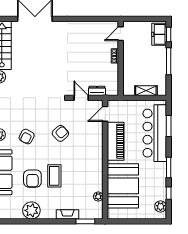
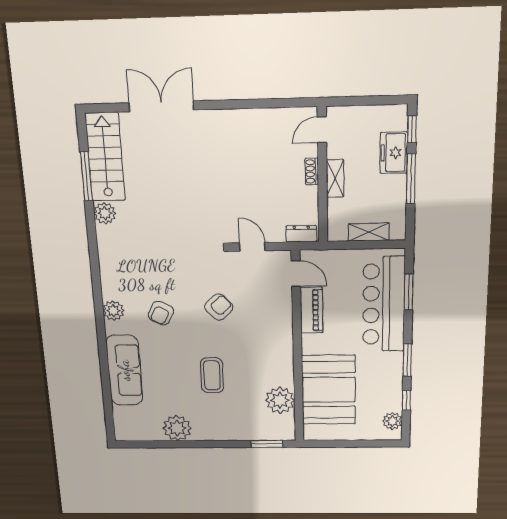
freezer: (159, 34) -> (394, 153), moved
shelving: (128, 60) -> (335, 178), added
dresser: (97, 91) -> (301, 234), moved
door: (105, 114) -> (296, 273), swing flipped
piano: (116, 141) -> (311, 310), width x0.73, depth x0.75
armchair: (32, 179) -> (175, 380), removed
plant: (98, 197) -> (280, 400), width x1.87, depth x1.87
fireplace: (67, 214) -> (237, 434), removed

